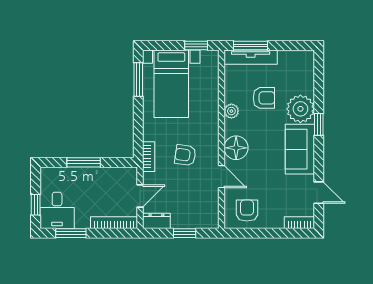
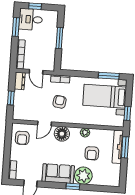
armchair: (247, 211) -> (22, 138), turned 90

